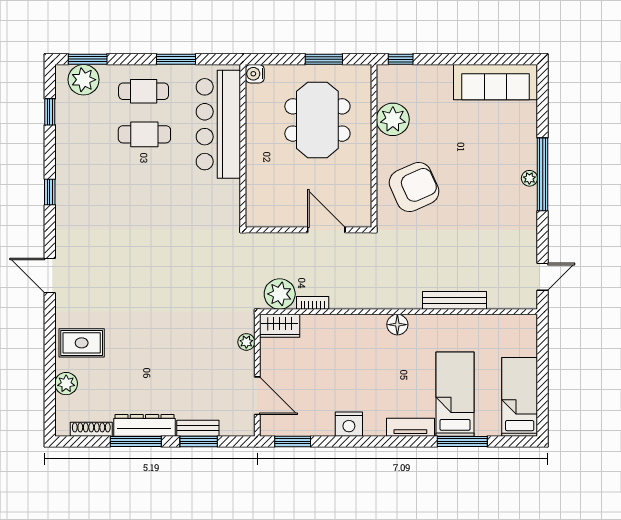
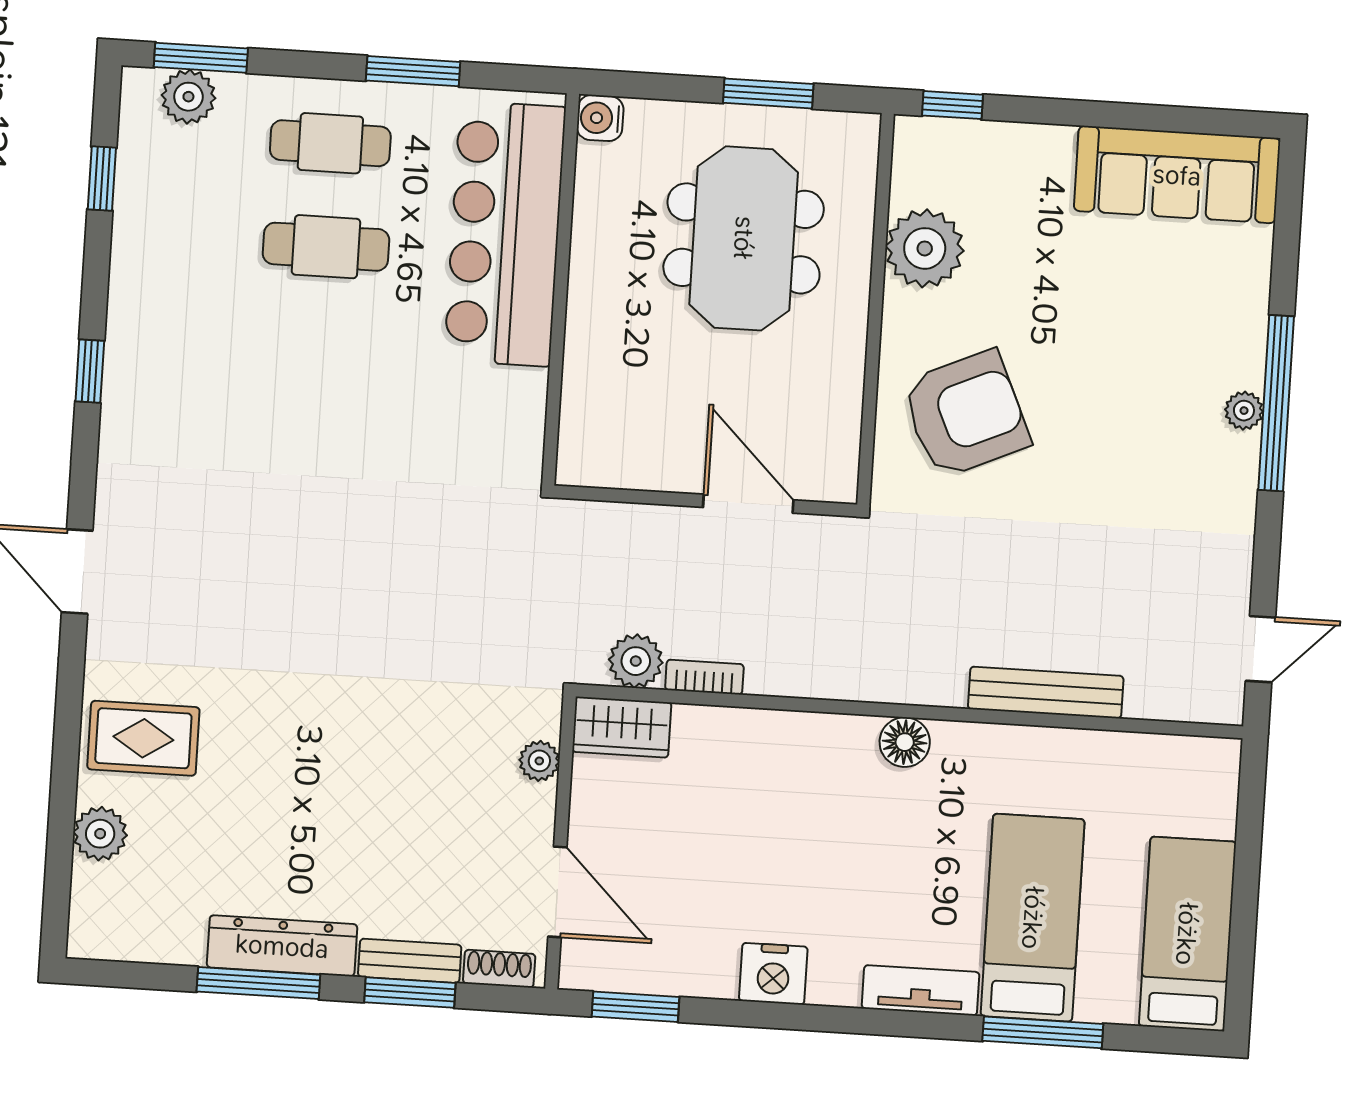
plant: (84, 80) -> (188, 97), width x0.73, depth x0.73
plant: (280, 294) -> (636, 661), width x0.73, depth x0.73
shoe rack: (91, 429) -> (499, 969), moved, width x0.70

